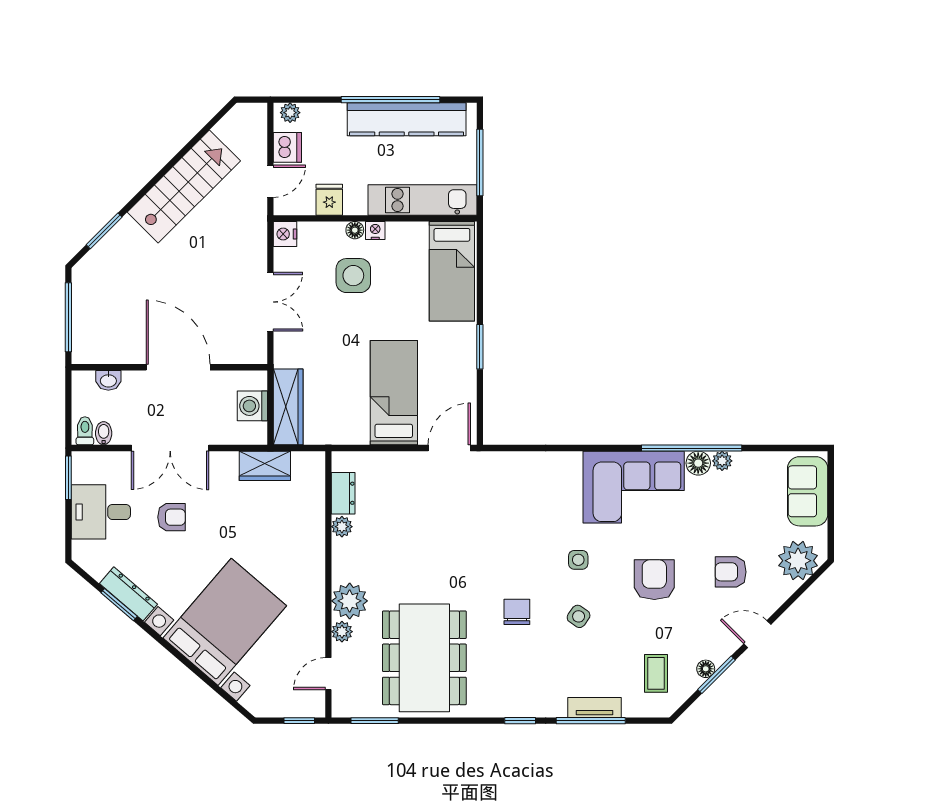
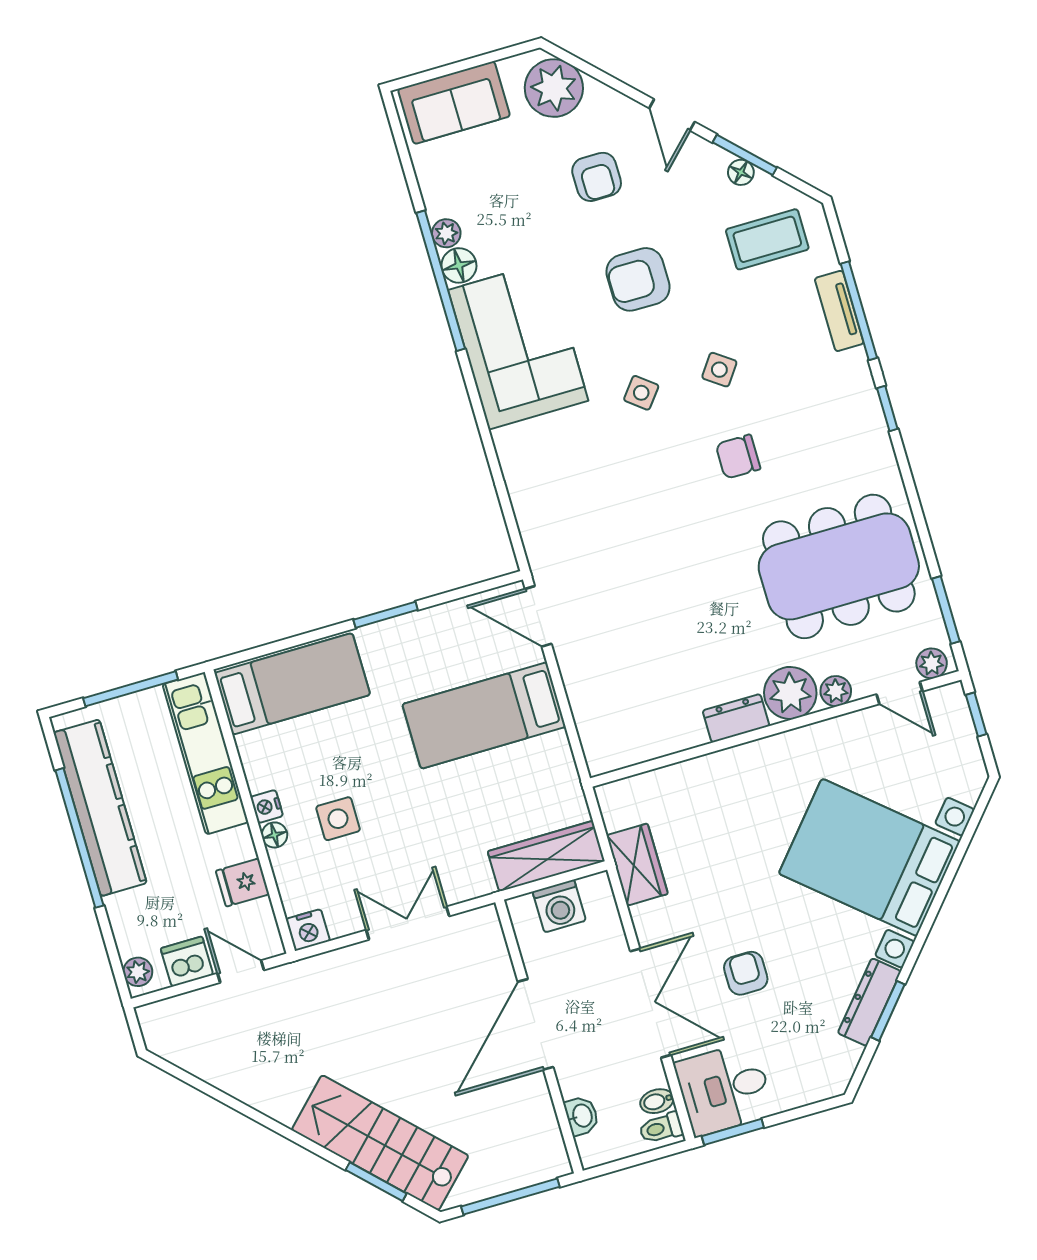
stairs: (184, 187) -> (380, 1143), moved
side table: (353, 276) -> (338, 819), width x0.73, depth x0.73
dresser: (343, 493) -> (736, 718), moved
desk: (101, 512) -> (724, 1089), moved, turned 90
plant: (342, 527) -> (932, 663), moved
side table: (578, 560) -> (641, 393), turned 38
coffee table: (656, 673) -> (767, 239), width x1.36, depth x1.30

